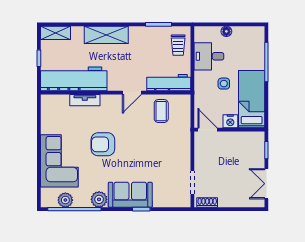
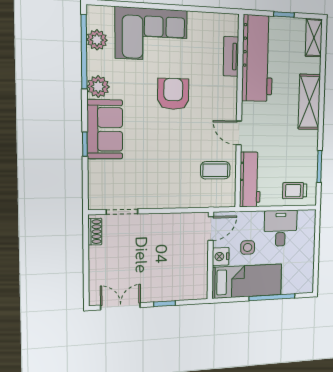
floor lamp: (226, 31) -> (309, 248), removed
bed: (252, 99) -> (247, 281), moved
tv unit: (85, 100) -> (231, 56), moved
nightstand: (230, 121) -> (221, 256), moved
door: (207, 130) -> (211, 229), moved
wall: (229, 130) -> (210, 256), moved

